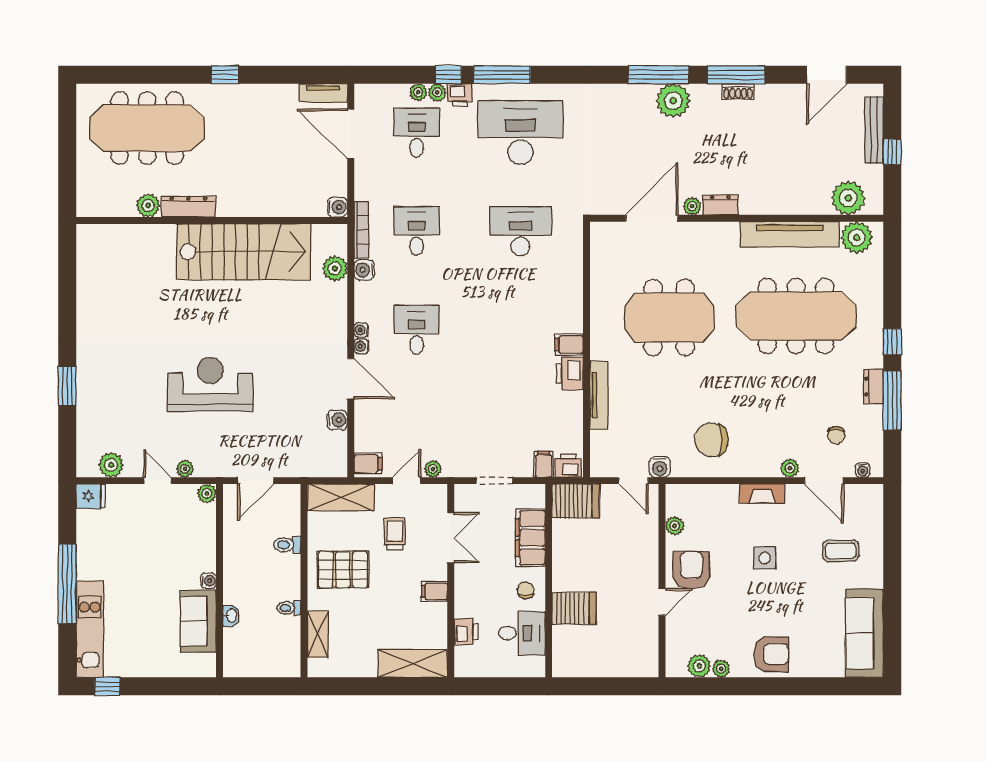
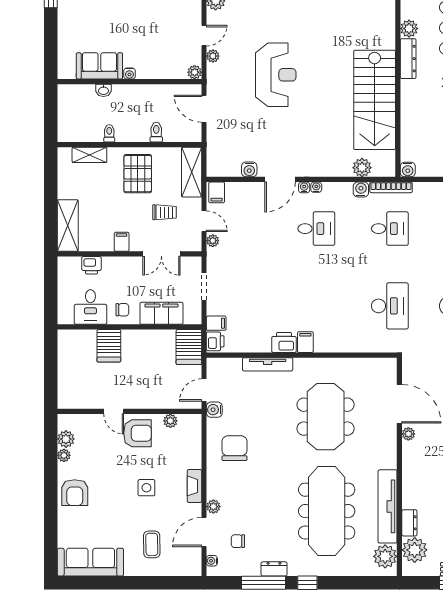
dresser: (720, 205) -> (409, 523), moved

